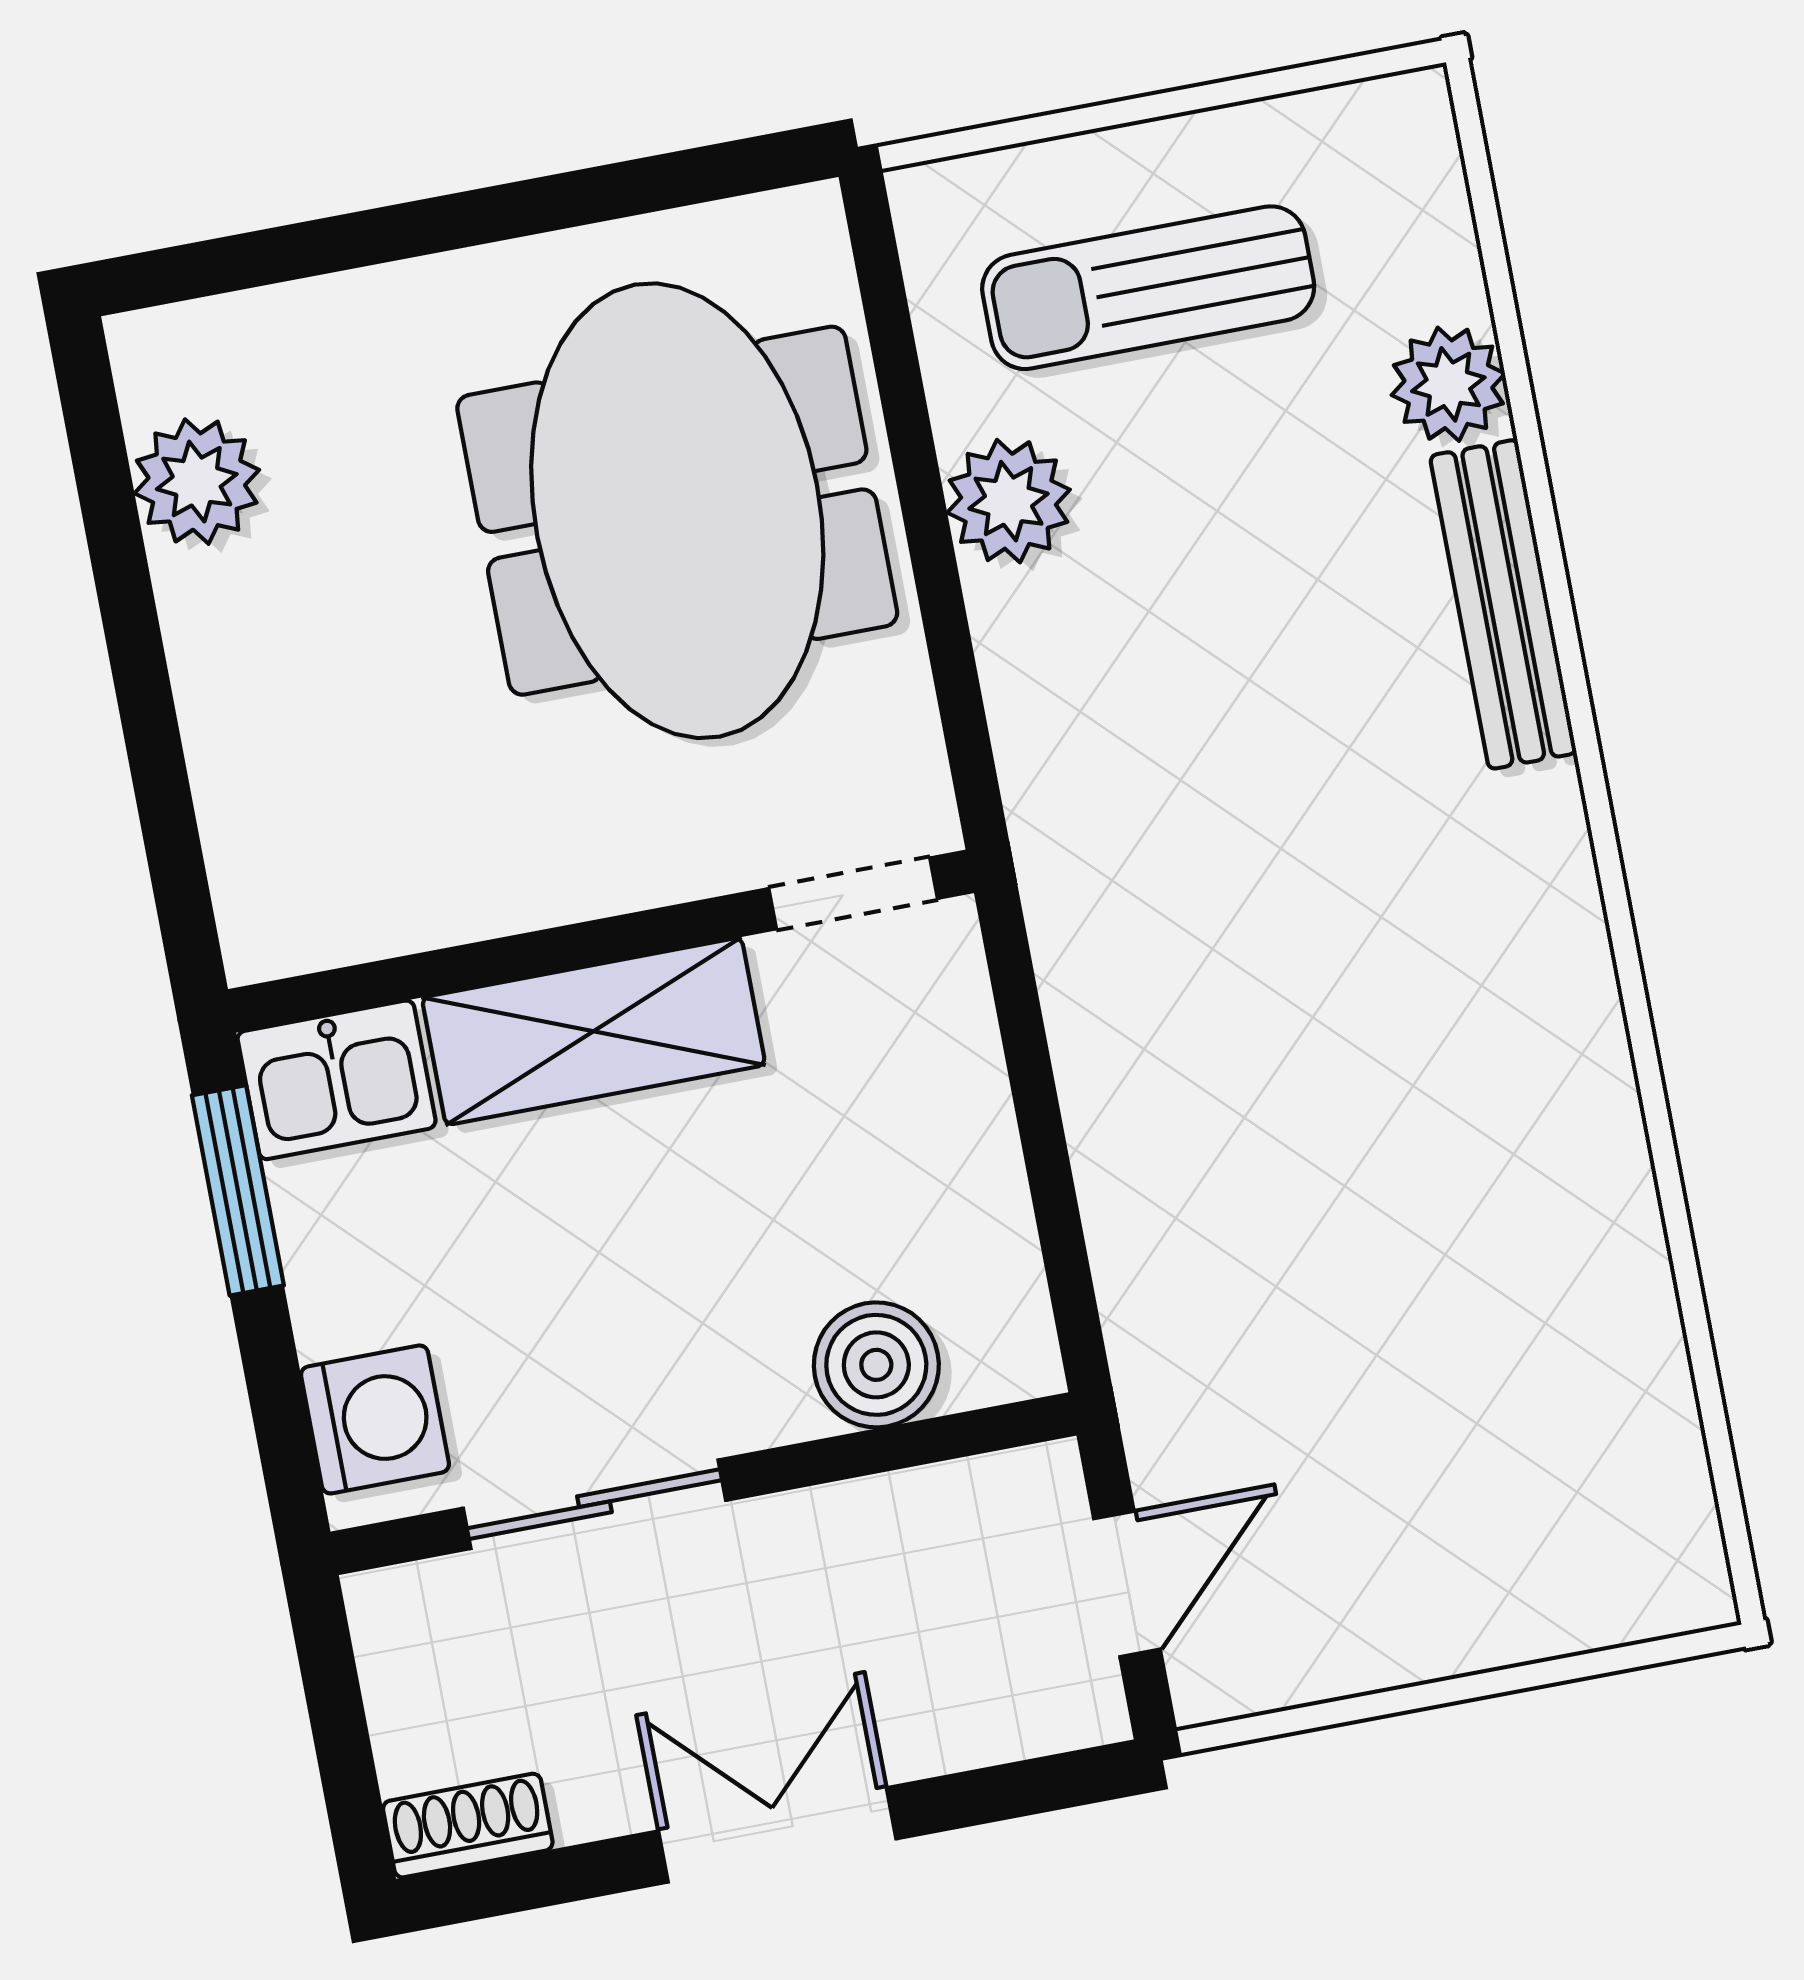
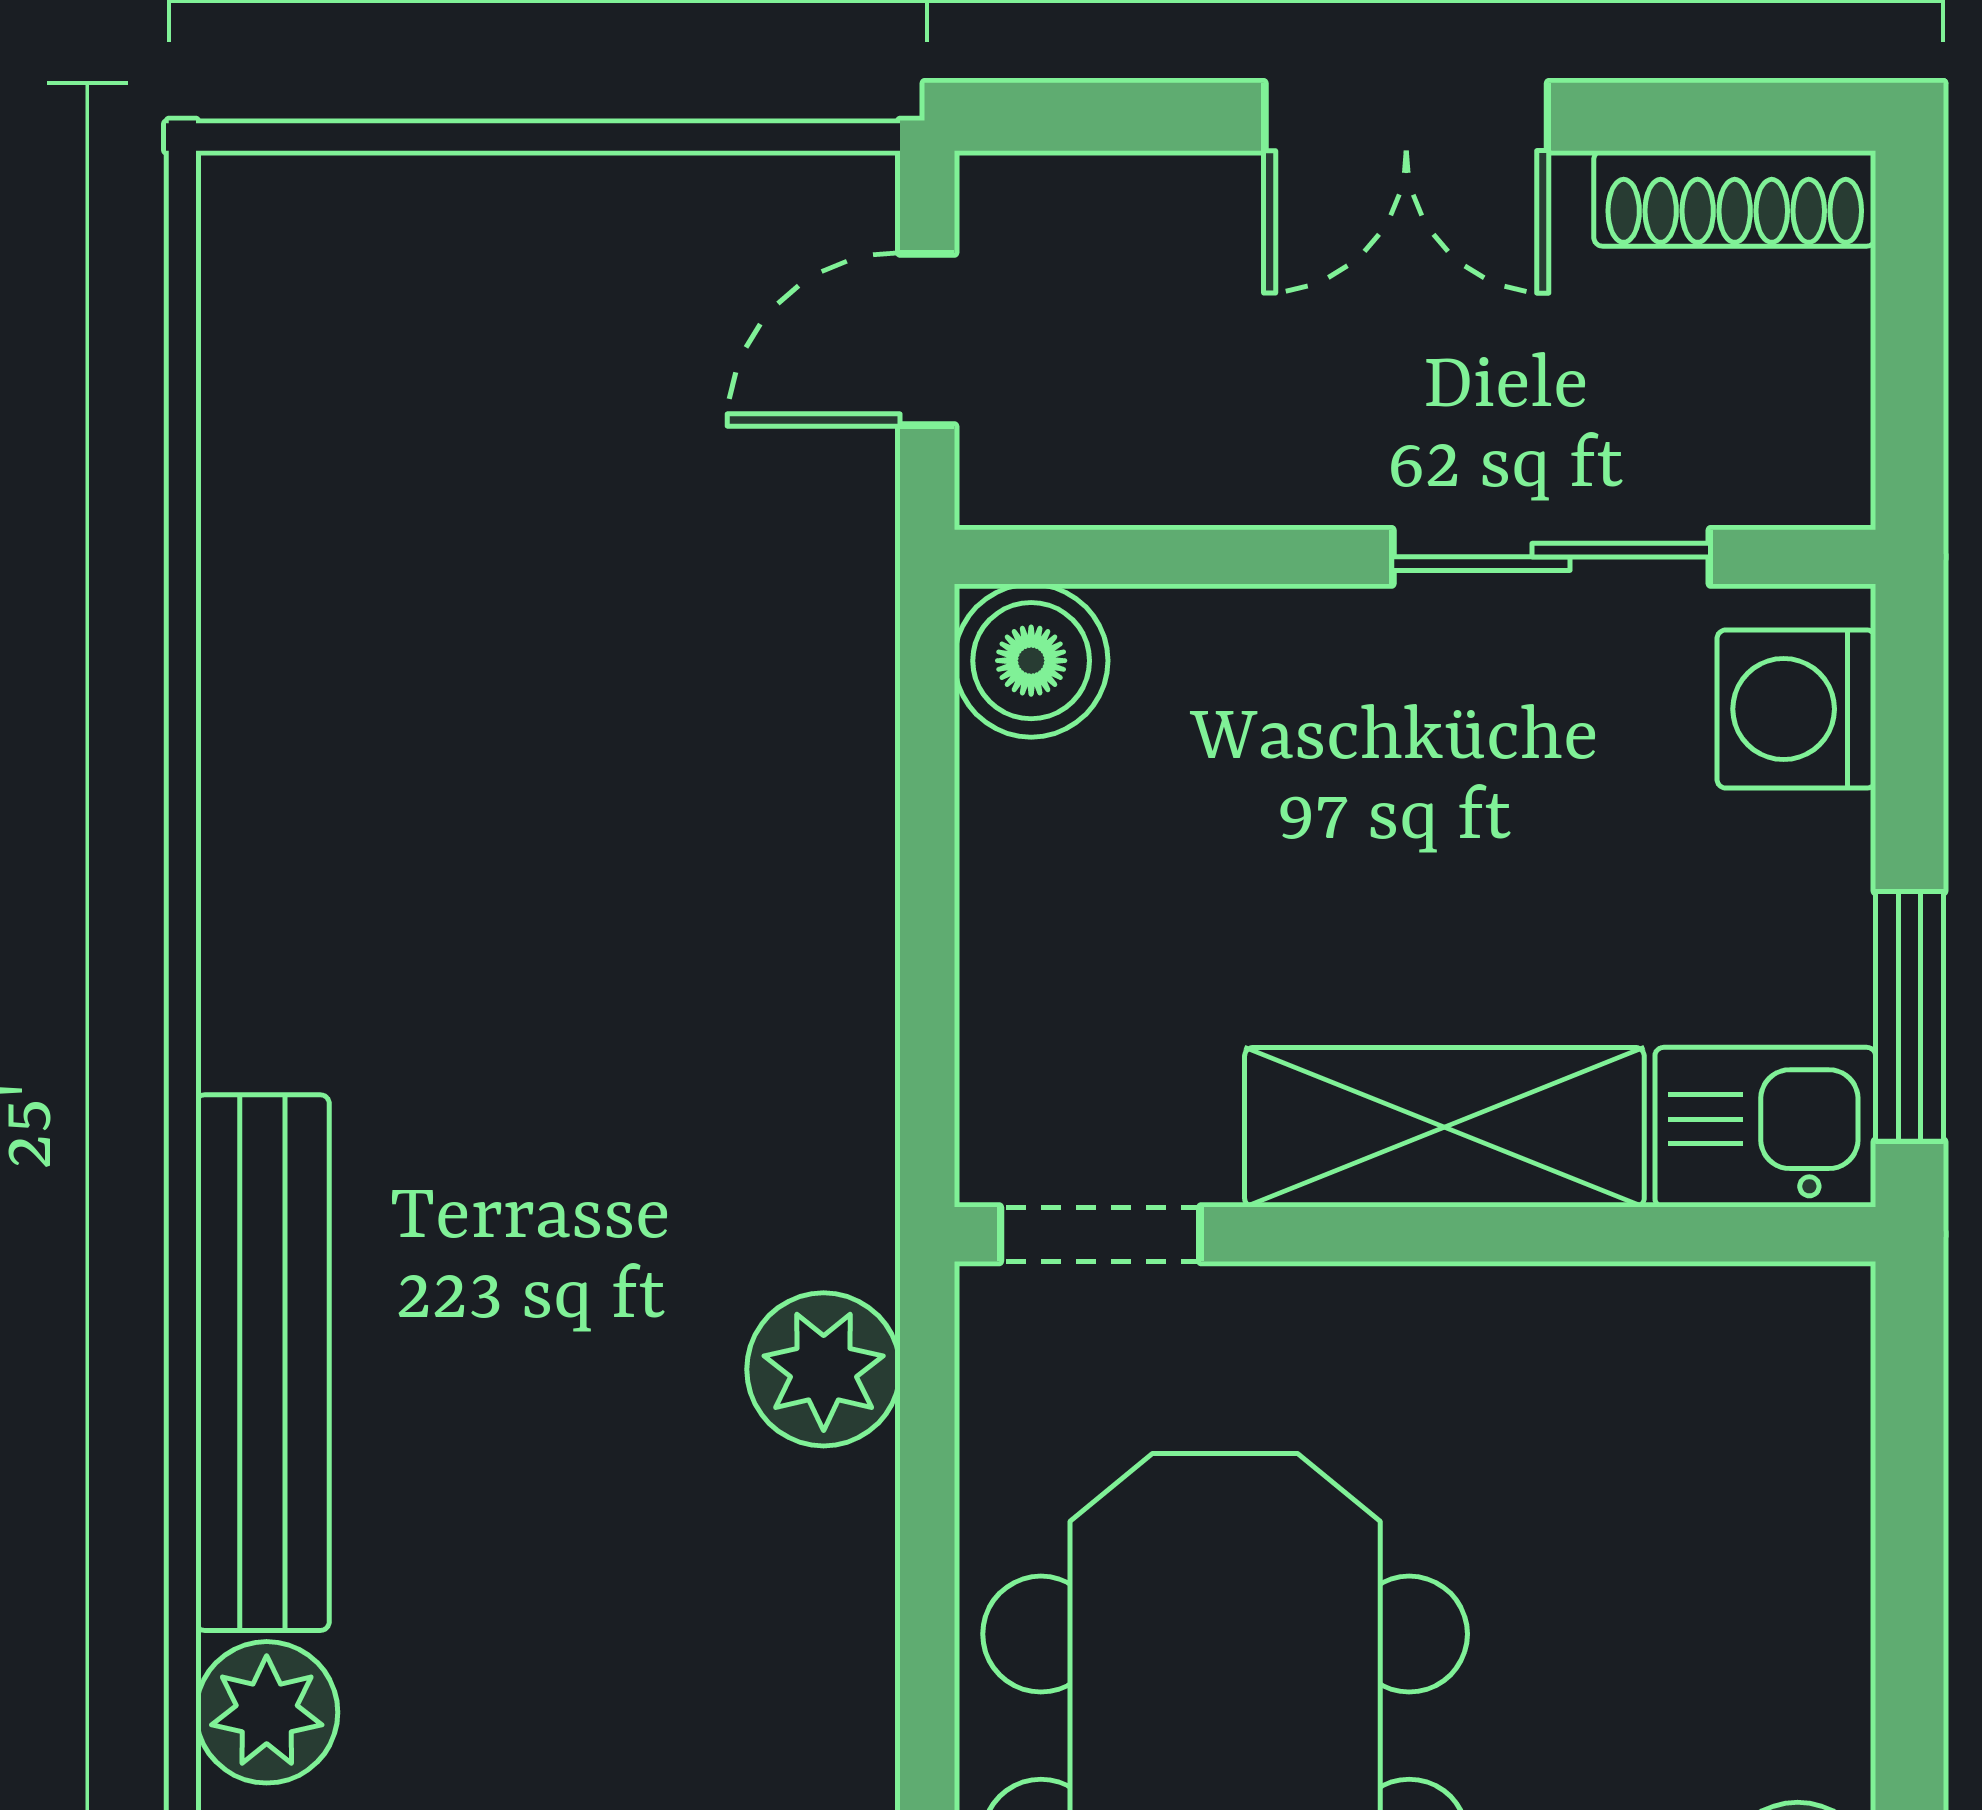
plant: (1008, 501) -> (824, 1369), moved
bench: (1503, 604) -> (263, 1363), width x1.37, depth x1.21
boiler: (876, 1365) -> (1031, 661), moved
shoe rack: (468, 1826) -> (1735, 198), width x1.43

